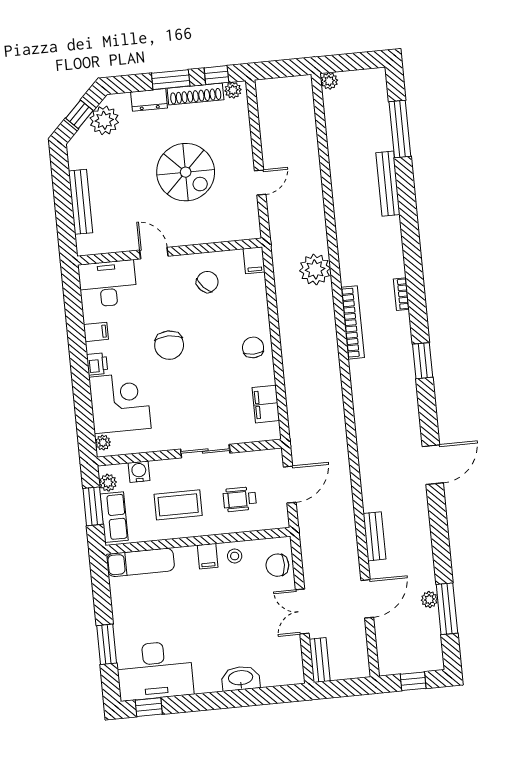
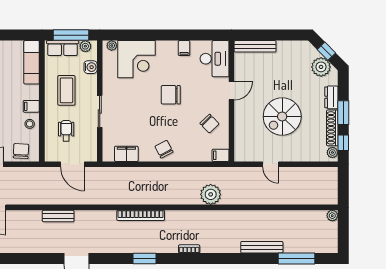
bench: (81, 202) -> (255, 46), moved
bookcase: (353, 322) -> (141, 215), moved
chair: (253, 347) -> (164, 149), turned -118
printer: (97, 364) -> (163, 47), removed
window: (93, 506) -> (71, 35), width x1.44
bench: (374, 536) -> (58, 216), moved

